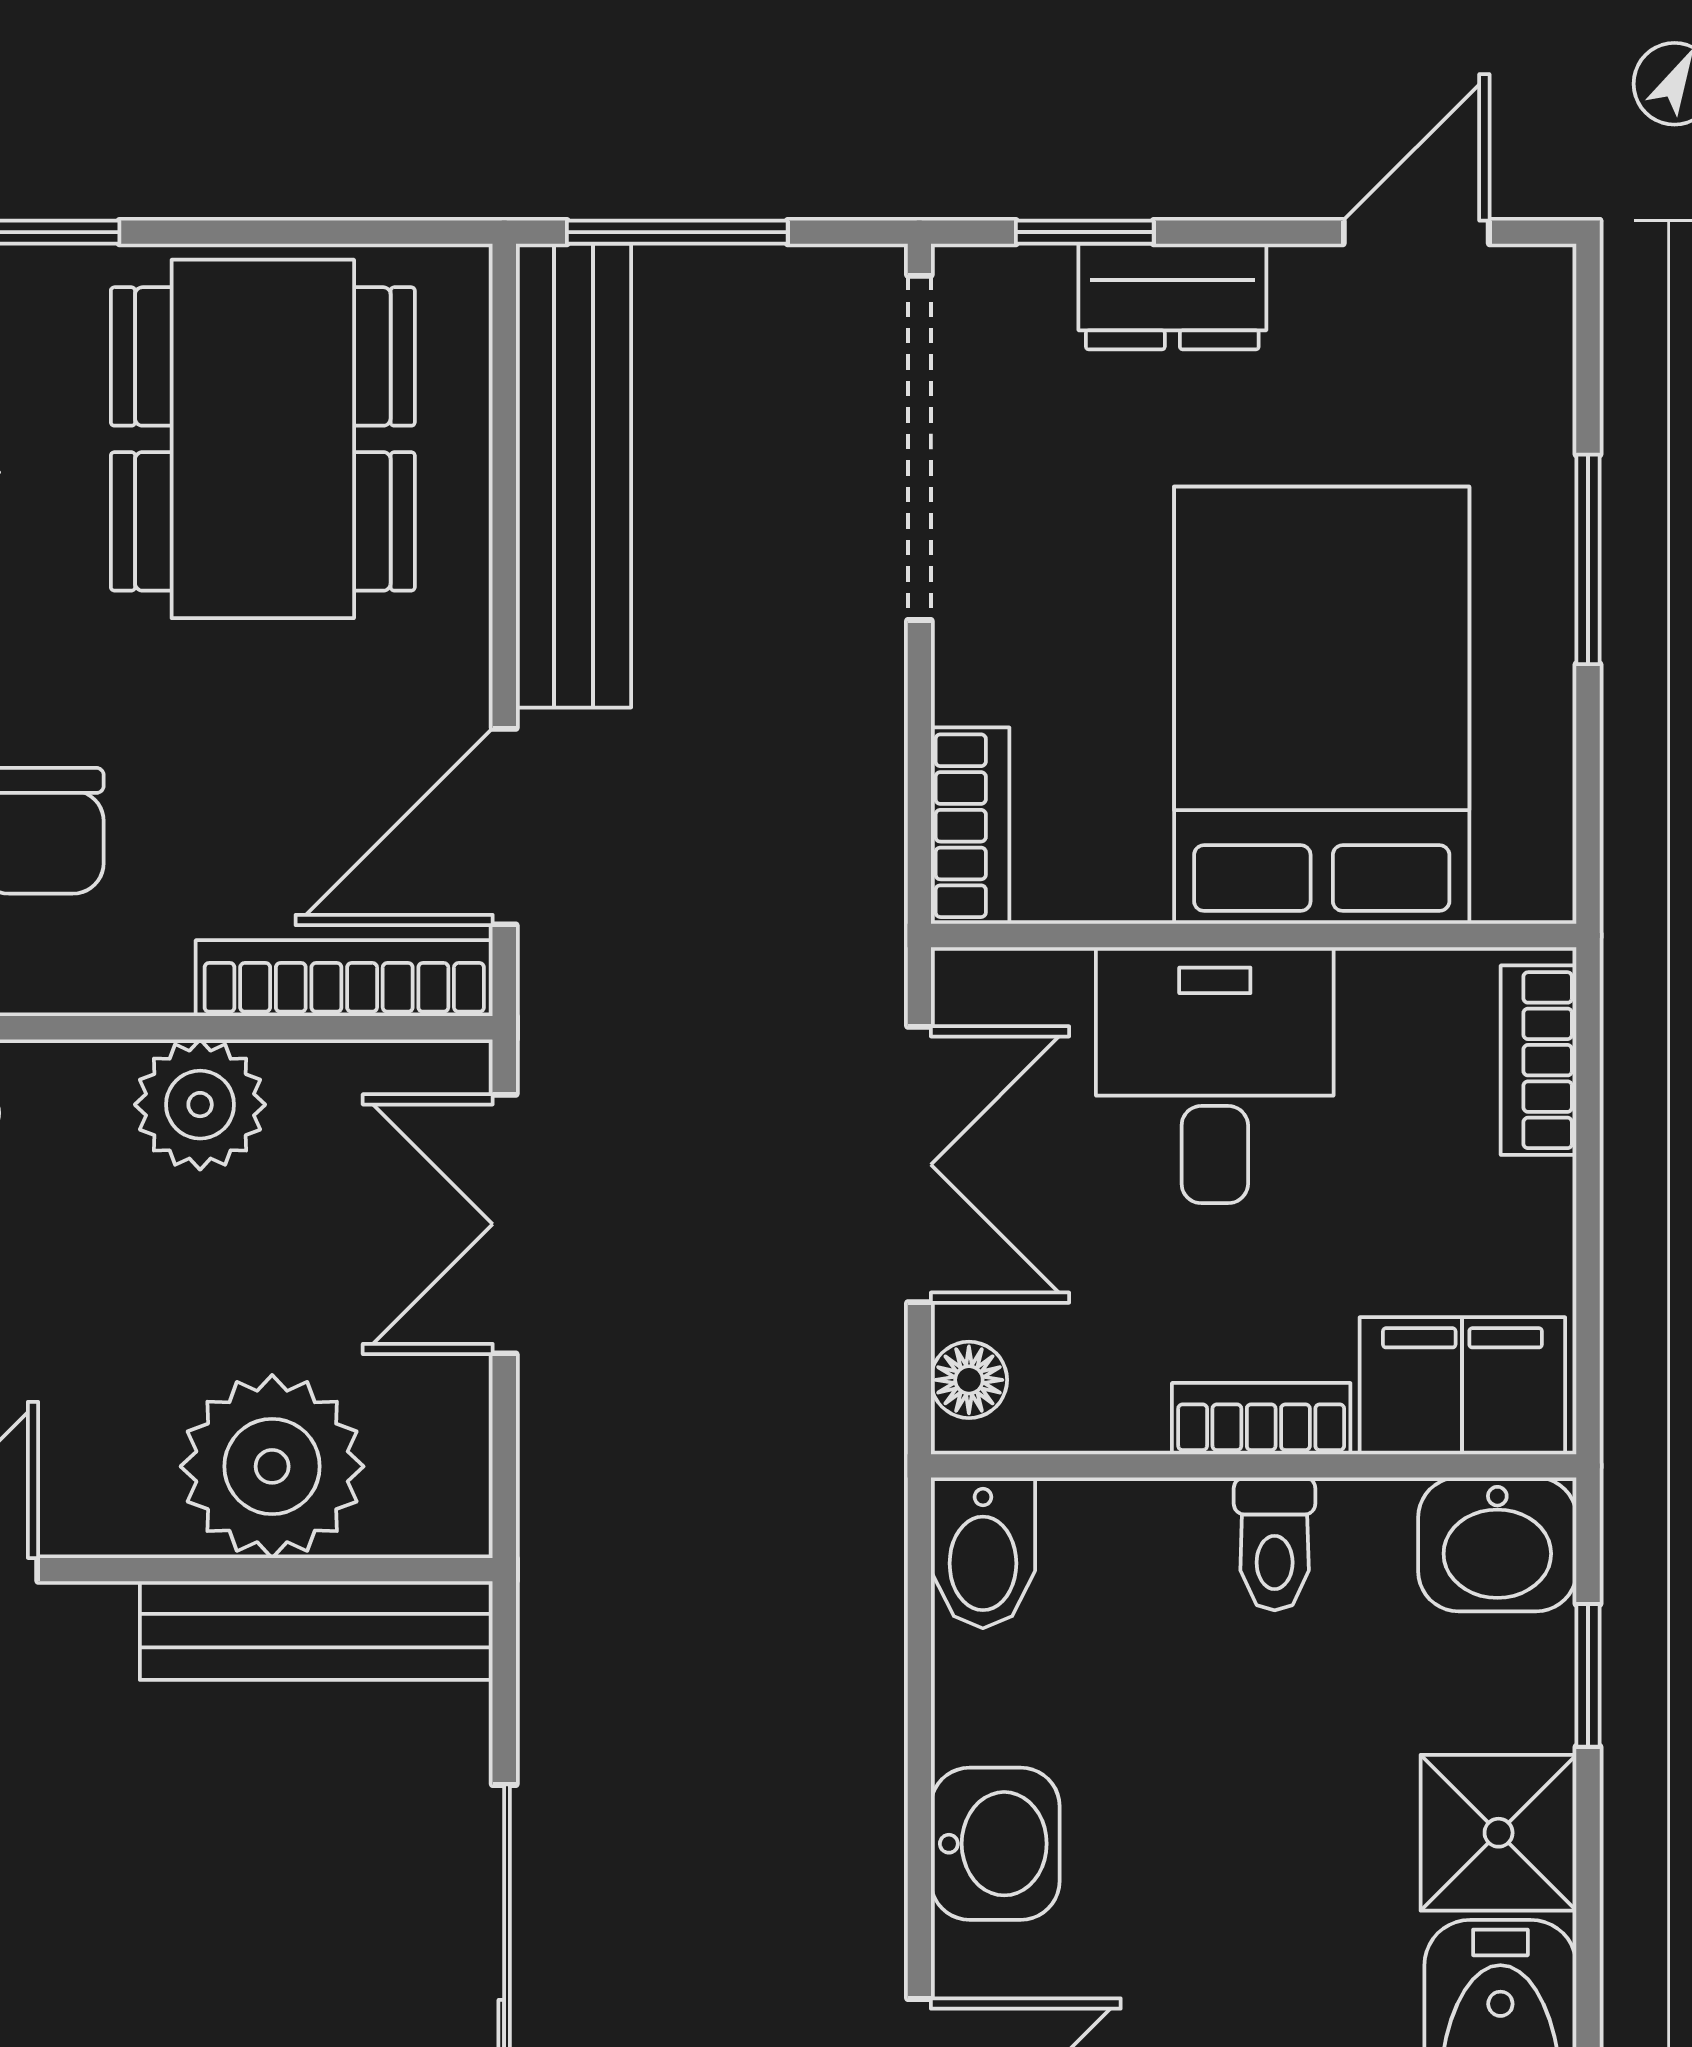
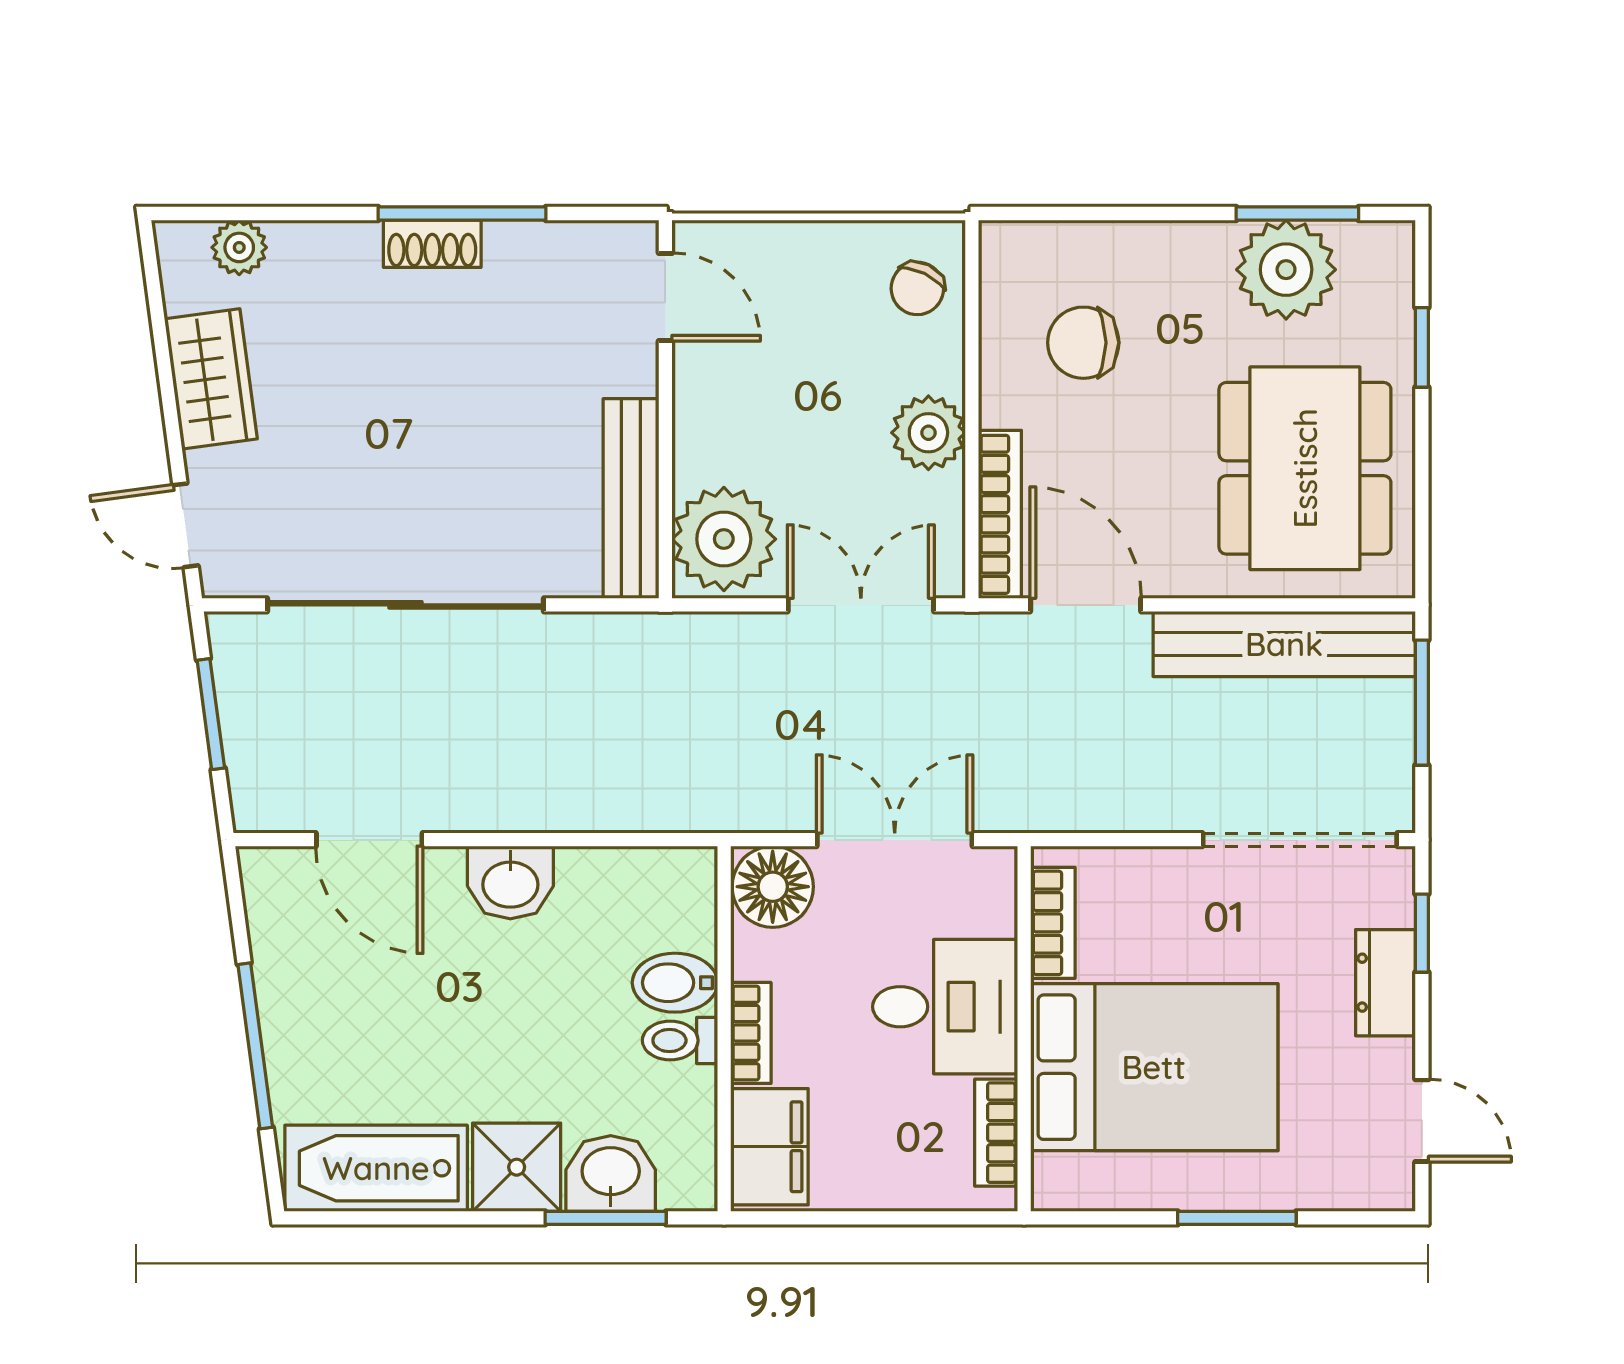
dining table: (263, 439) -> (1305, 468), turned 90
bookcase: (970, 826) -> (1053, 923), moved, turned -90
bookcase: (1539, 1060) -> (996, 1133), moved, turned -90
double door: (919, 1165) -> (895, 840), swing flipped
floor lamp: (969, 1380) -> (773, 887), width x1.89, depth x1.89
plant: (272, 1466) -> (724, 539), moved
washbasin: (1497, 1544) -> (611, 1173), moved, turned 90
bidet: (983, 1553) -> (675, 983), moved
window: (1588, 1675) -> (606, 1218), width x1.50

